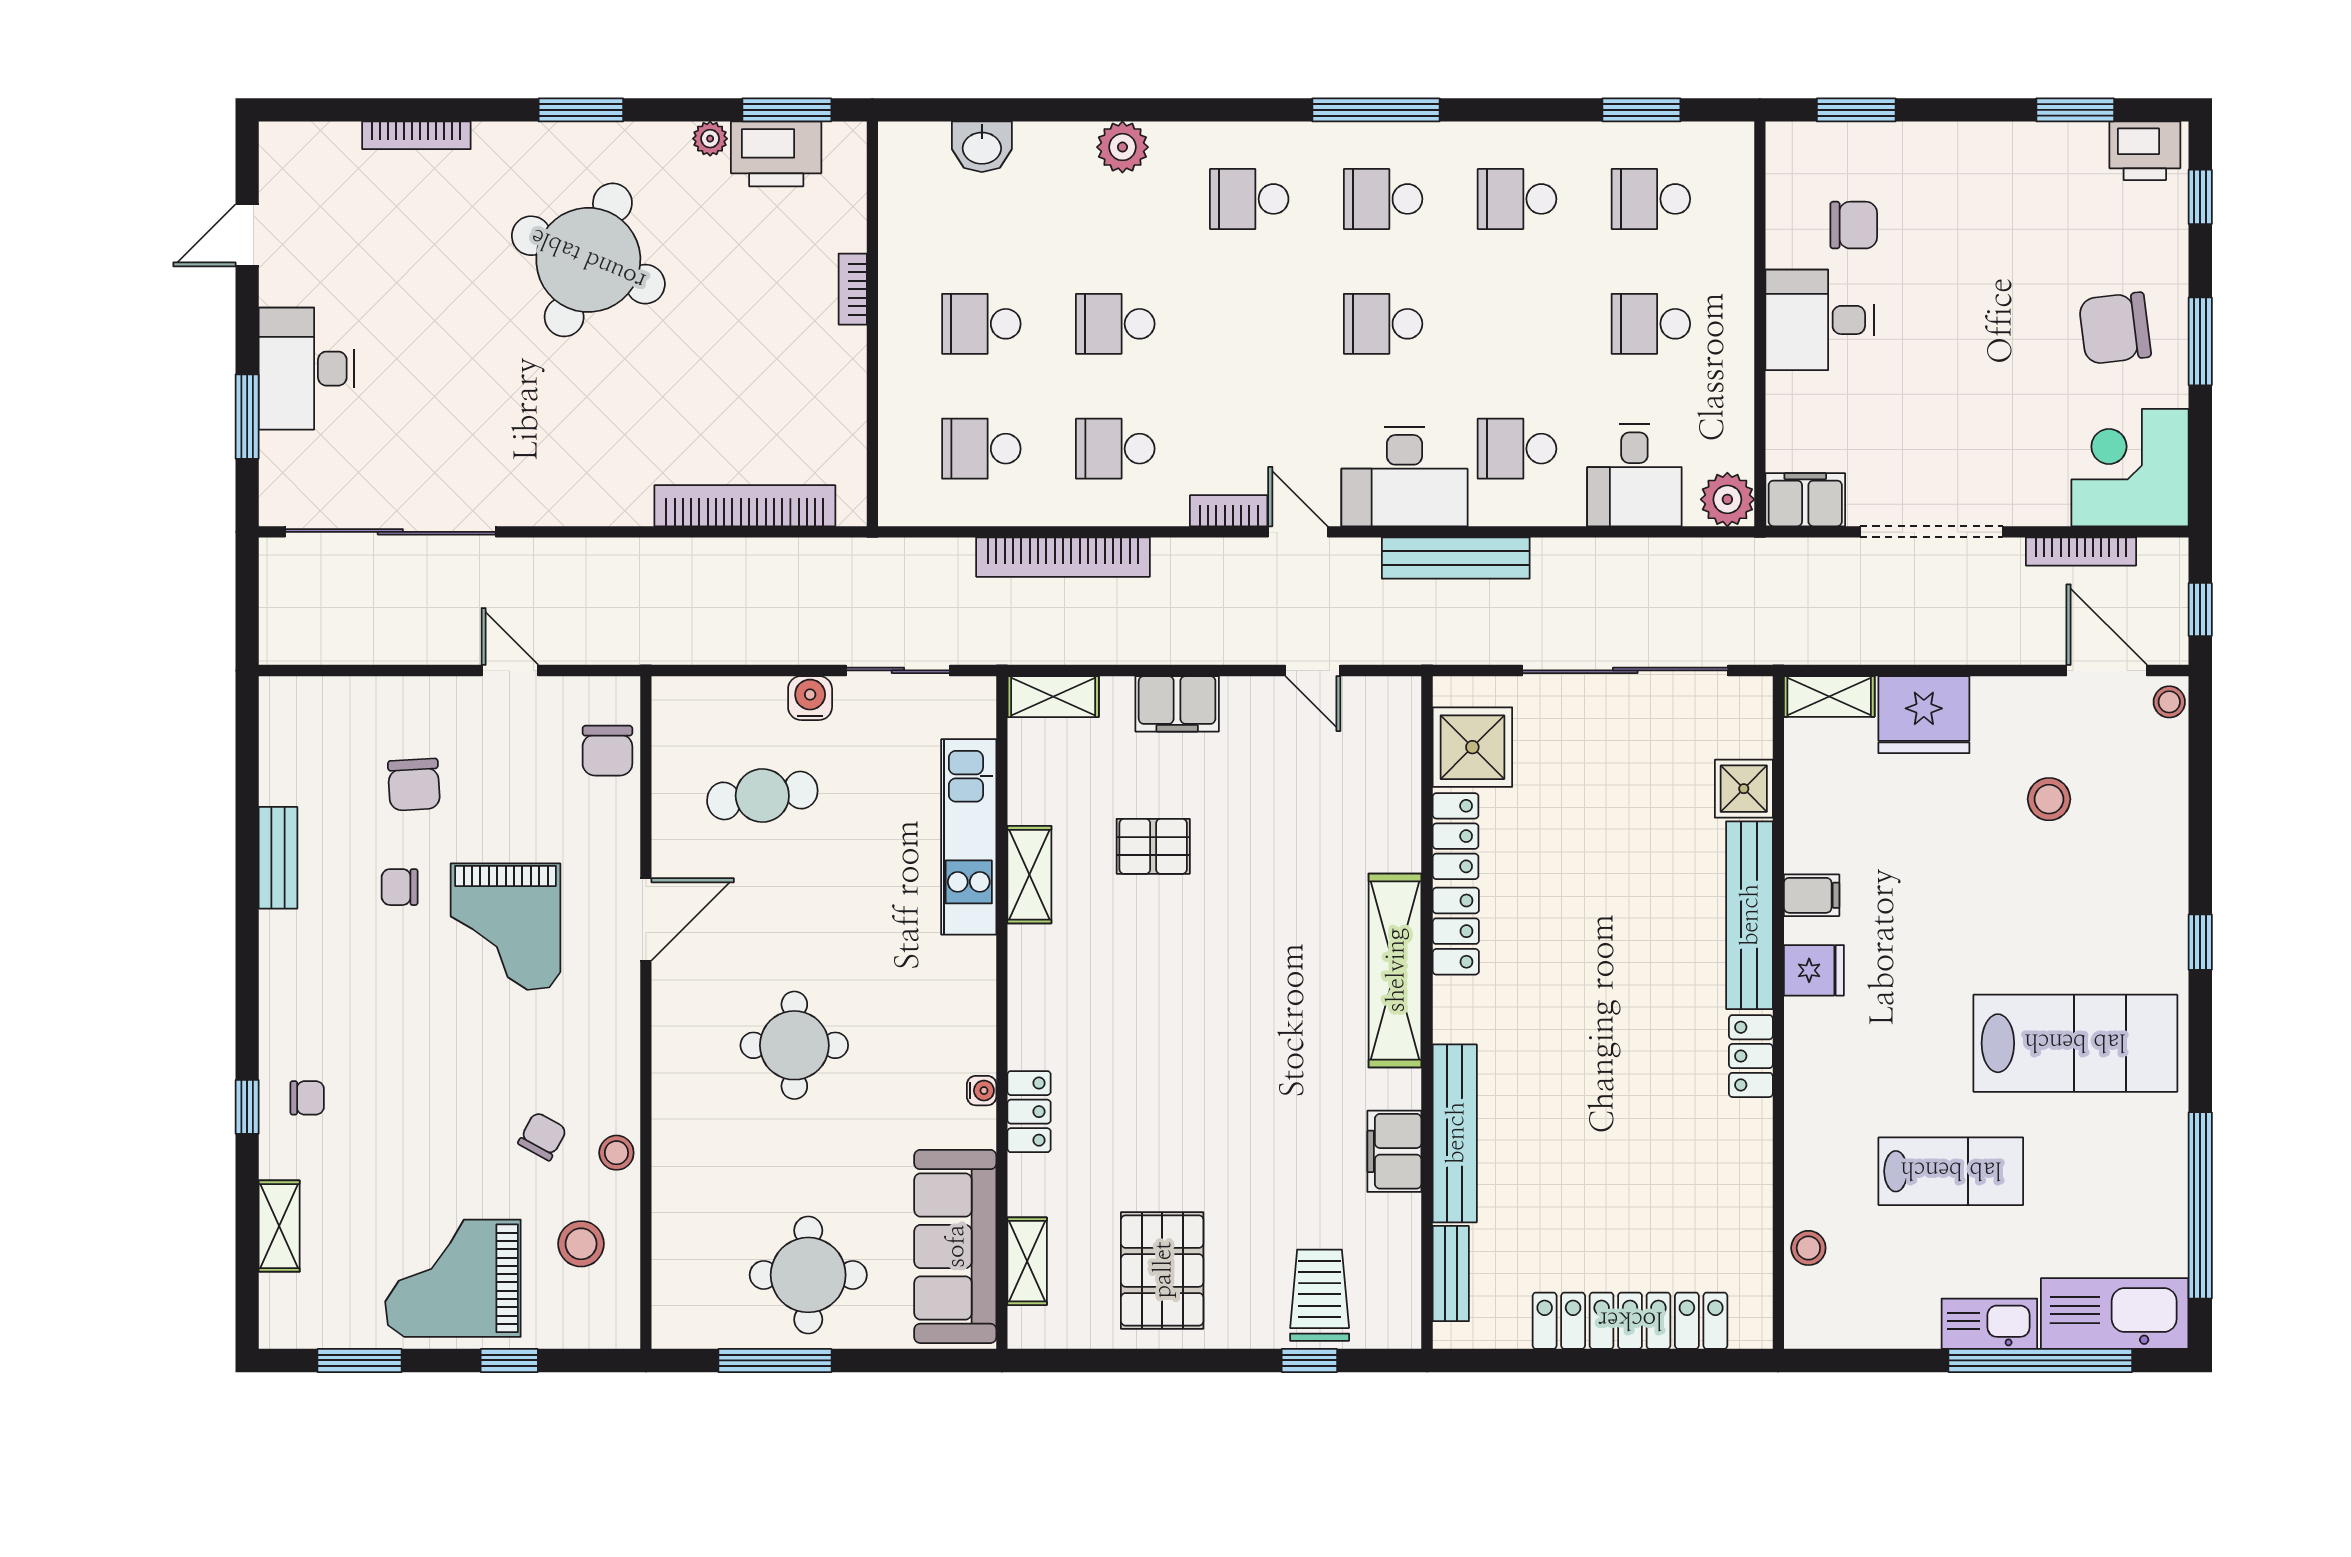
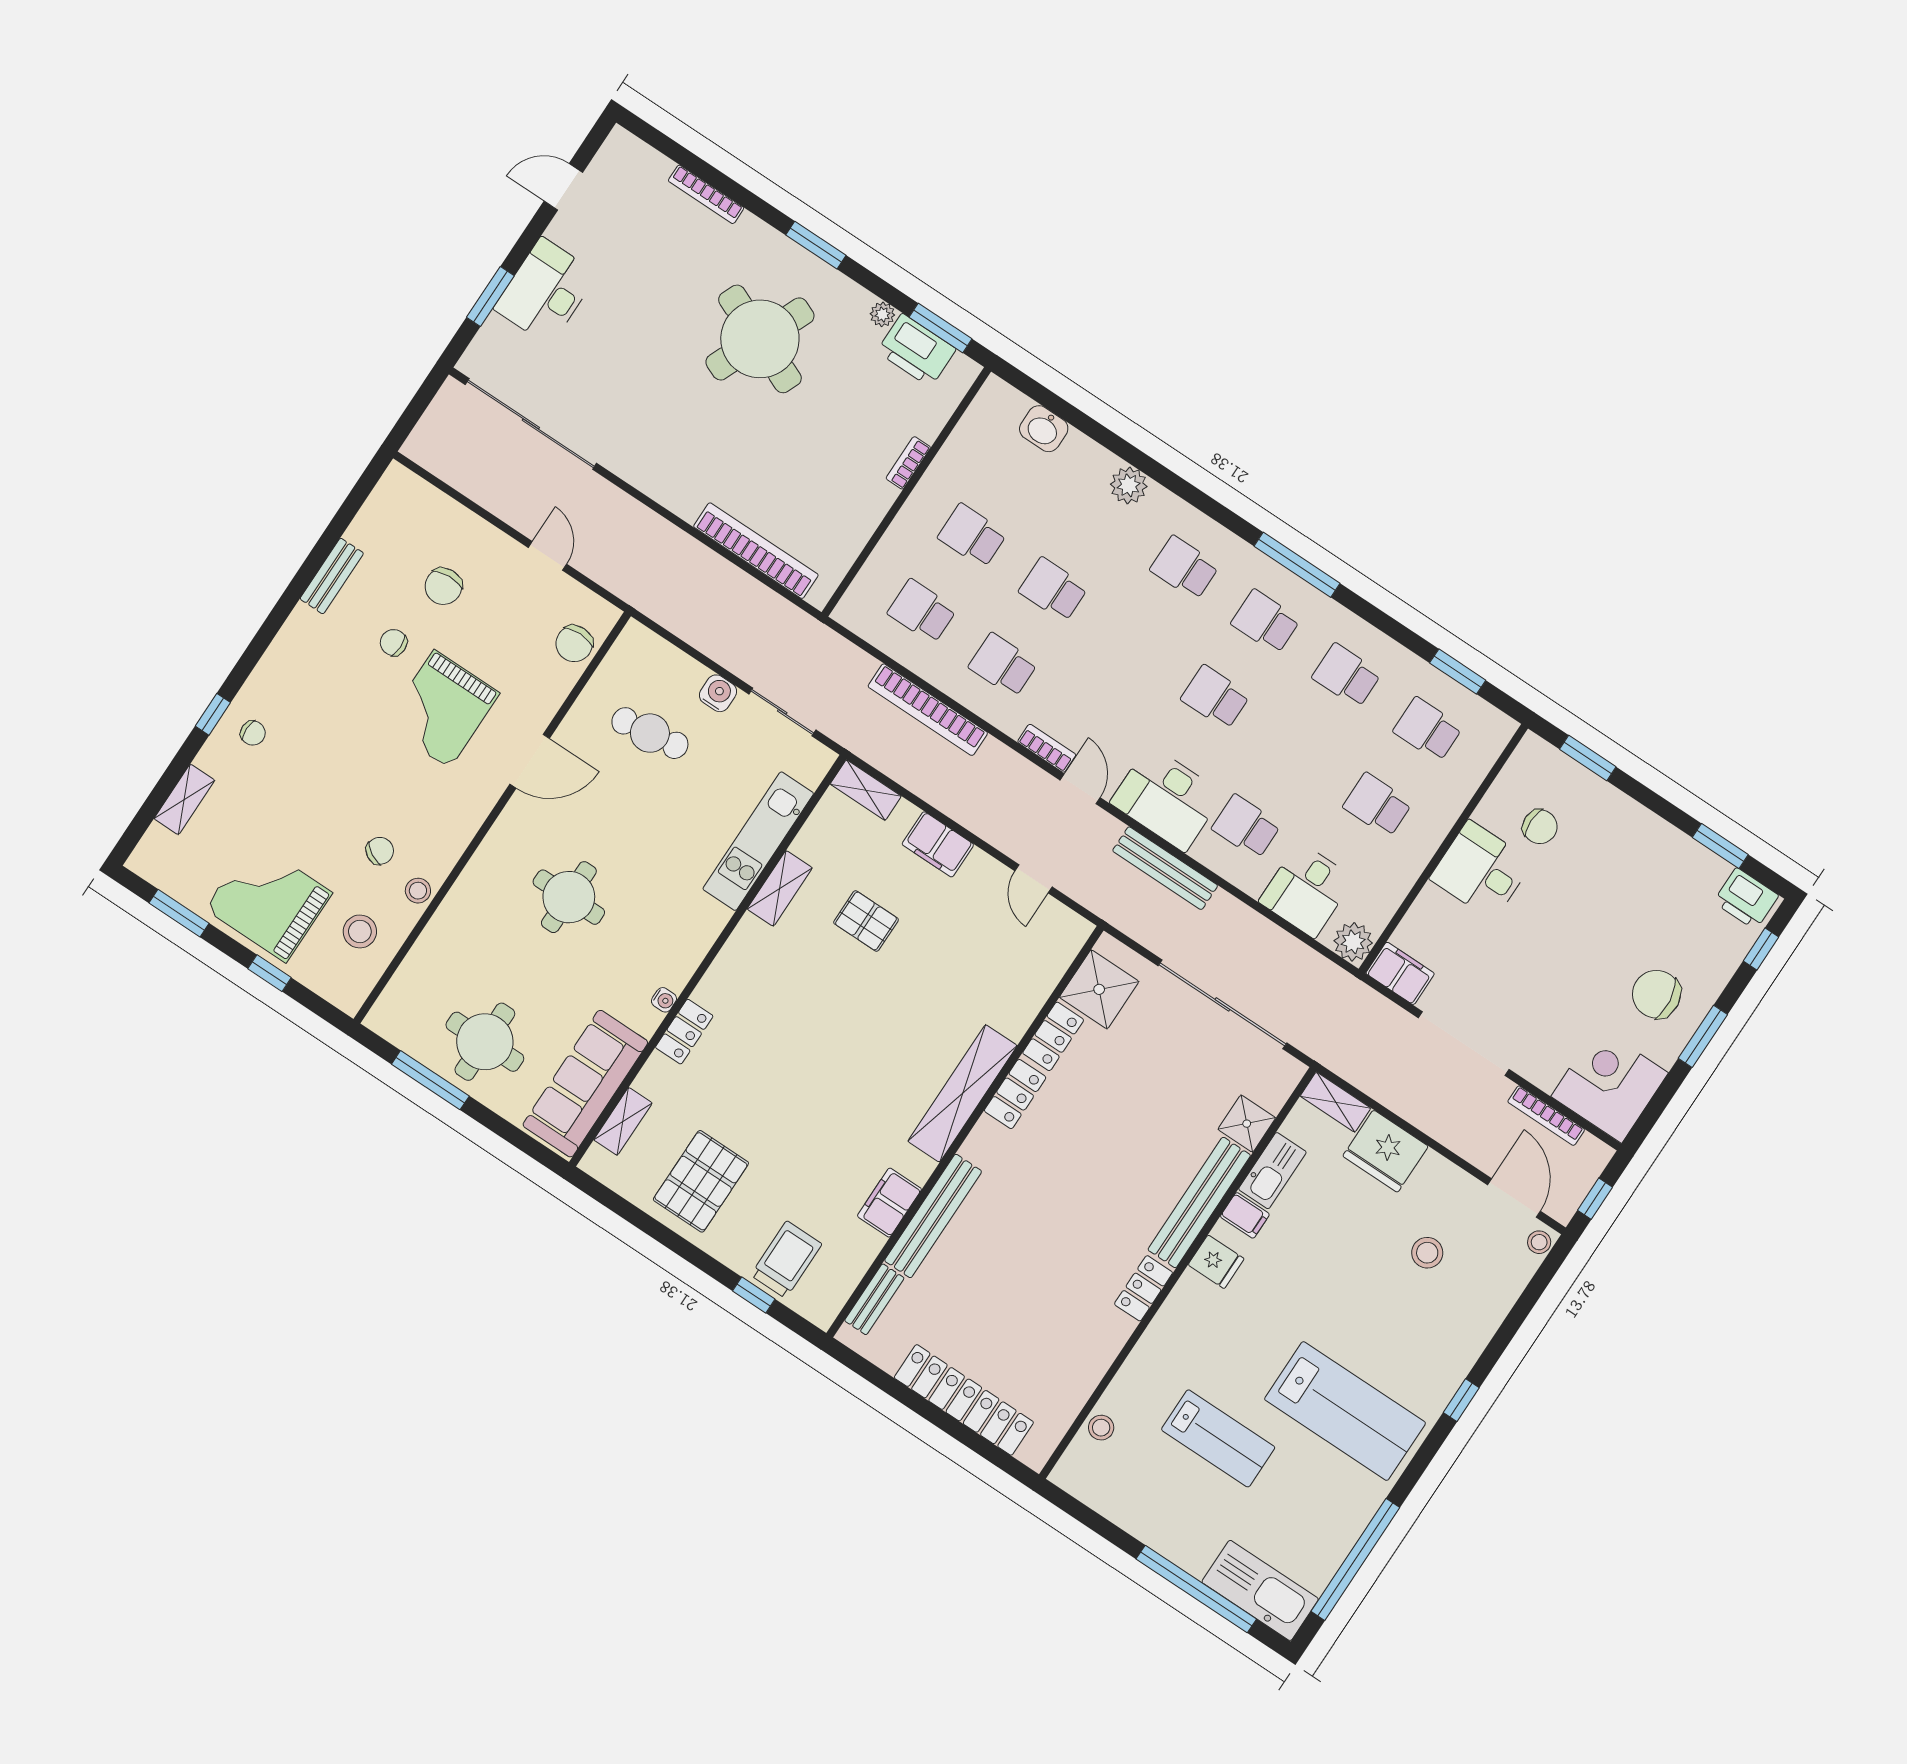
kitchen sink: (1989, 1324) -> (1272, 1171), moved, turned 90

